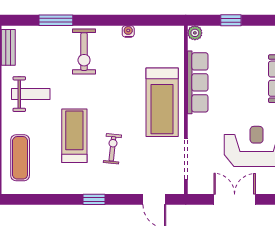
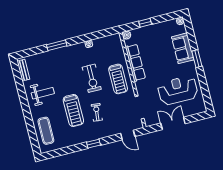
window: (56, 20) -> (57, 45), moved
exercise bike: (84, 52) -> (92, 78), moved
treadmill: (162, 102) -> (118, 79), width x0.73, depth x0.73
treadmill: (74, 136) -> (73, 110), turned 180

